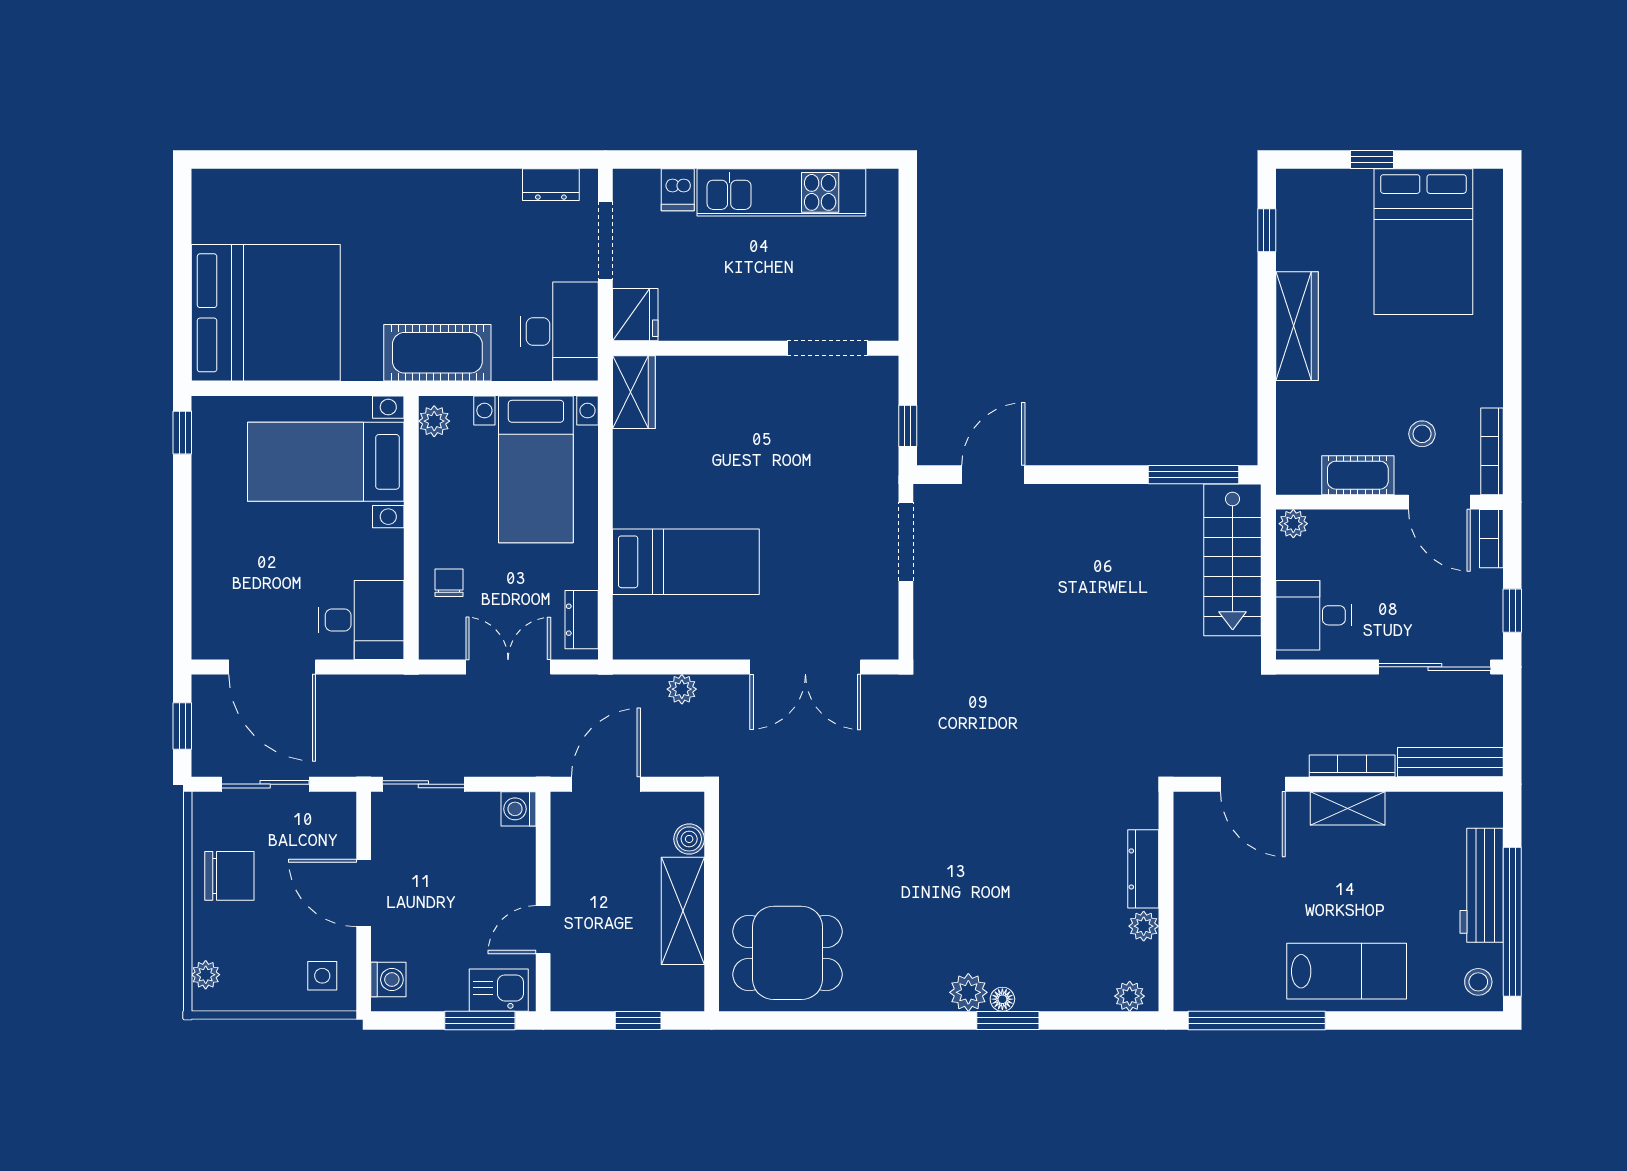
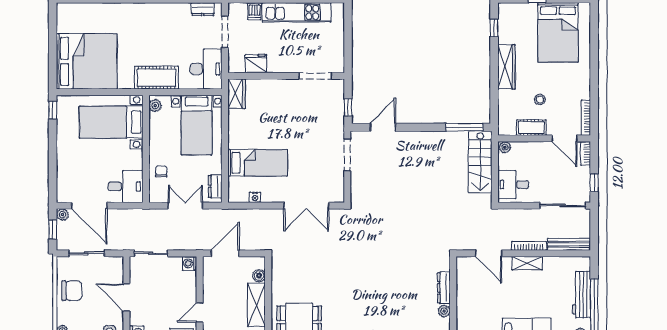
fridge: (635, 315) -> (256, 64), moved, turned -90
stool: (1422, 434) -> (540, 99), moved
nightstand: (679, 647) -> (255, 197), added
plant: (682, 689) -> (62, 215), moved

